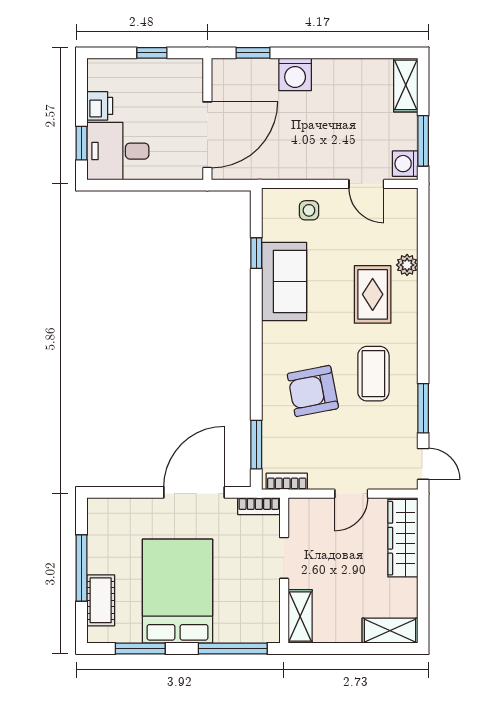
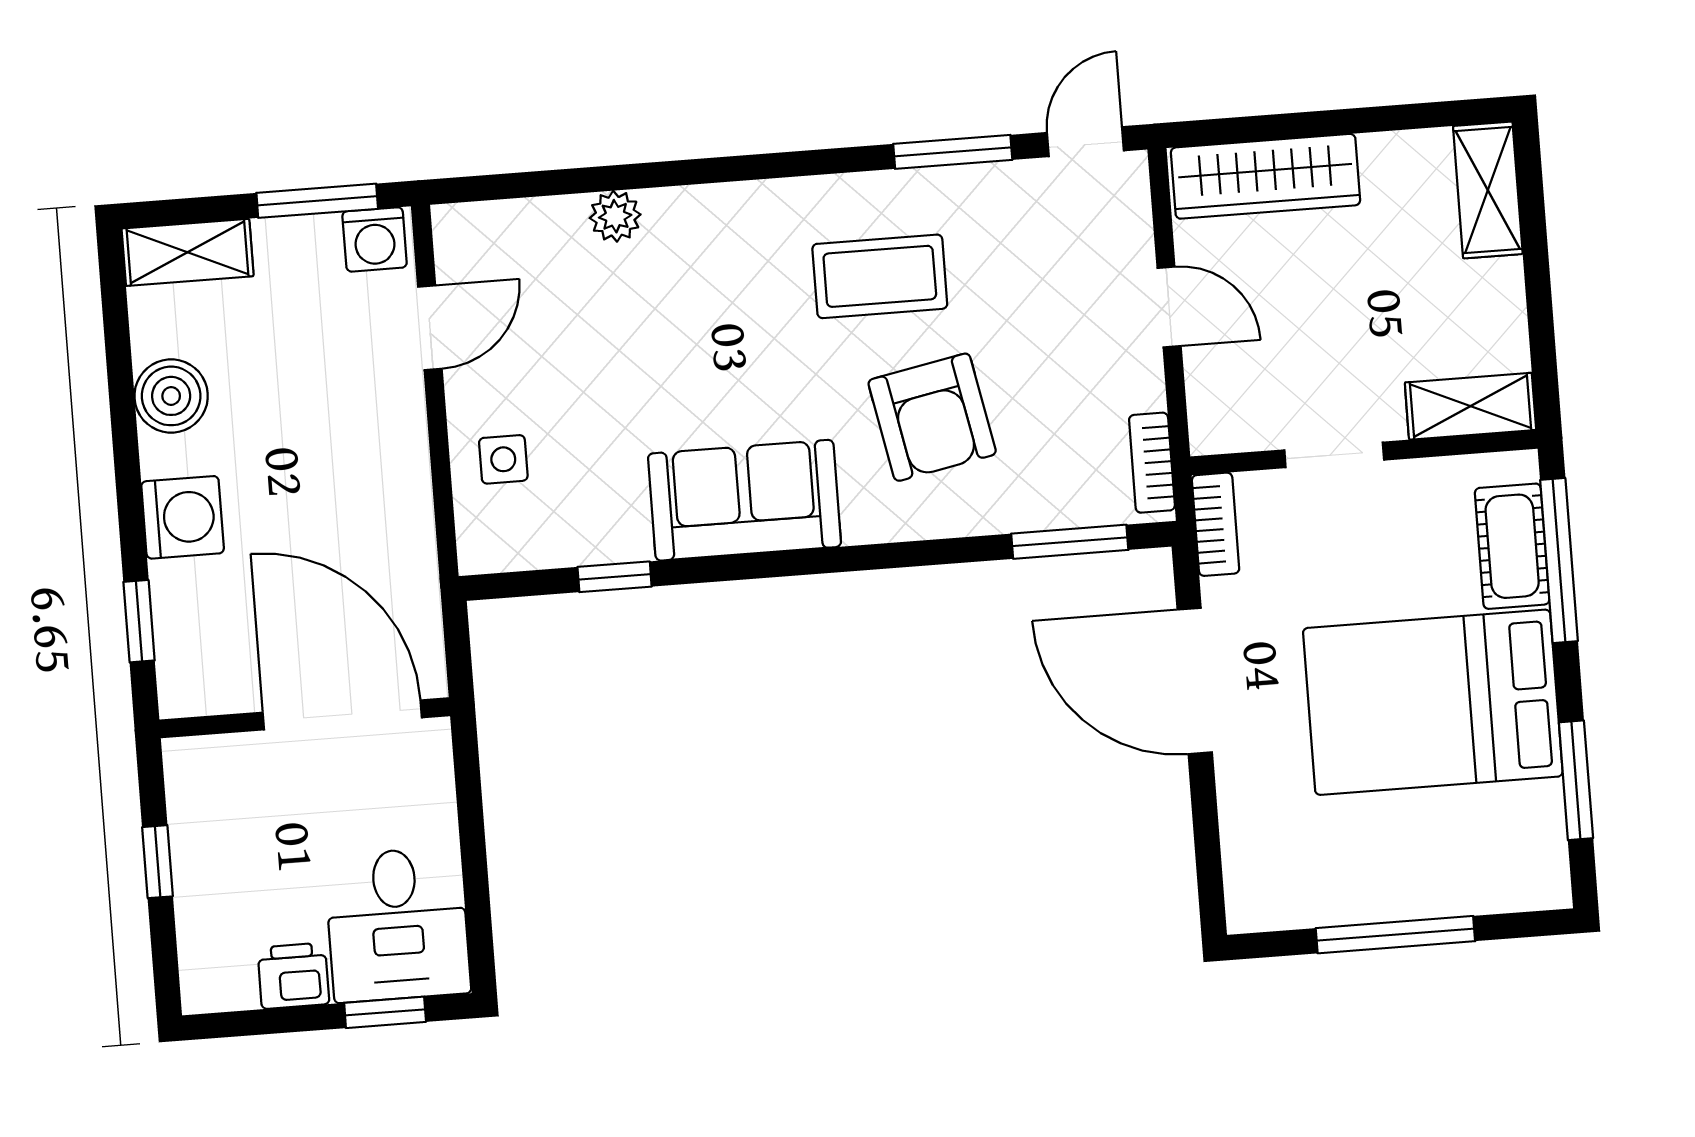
boiler: (346, 73) -> (171, 396), added
sofa: (284, 282) -> (745, 500), moved
rug: (373, 294) -> (692, 293), removed
cot: (101, 600) -> (1512, 546), moved, turned 90

